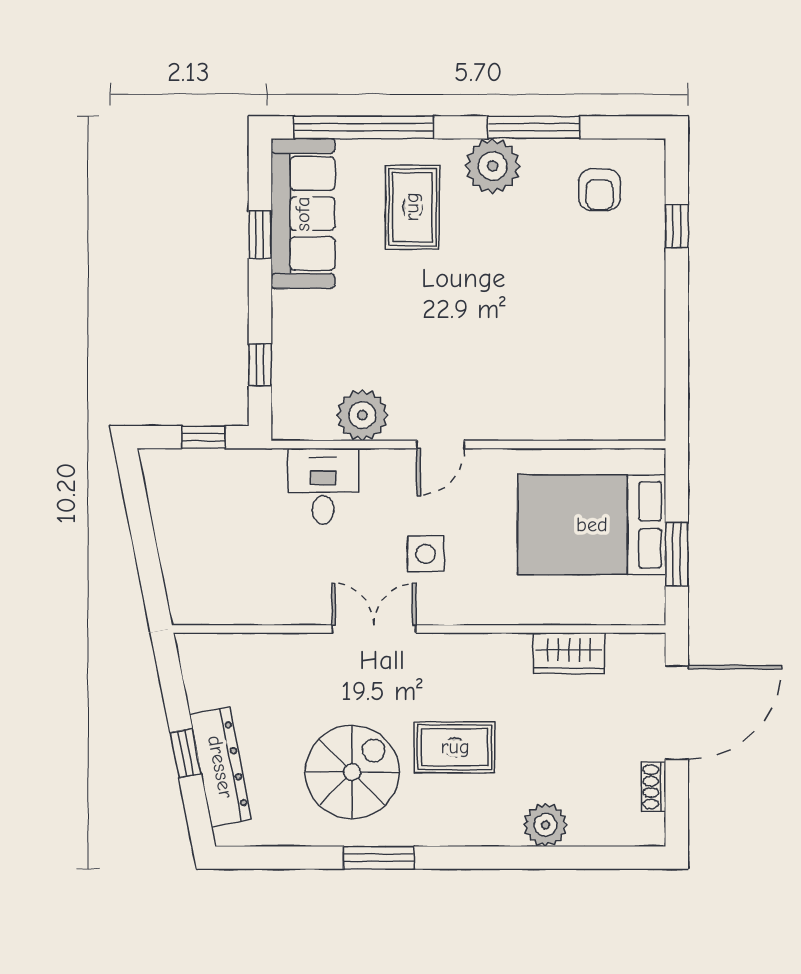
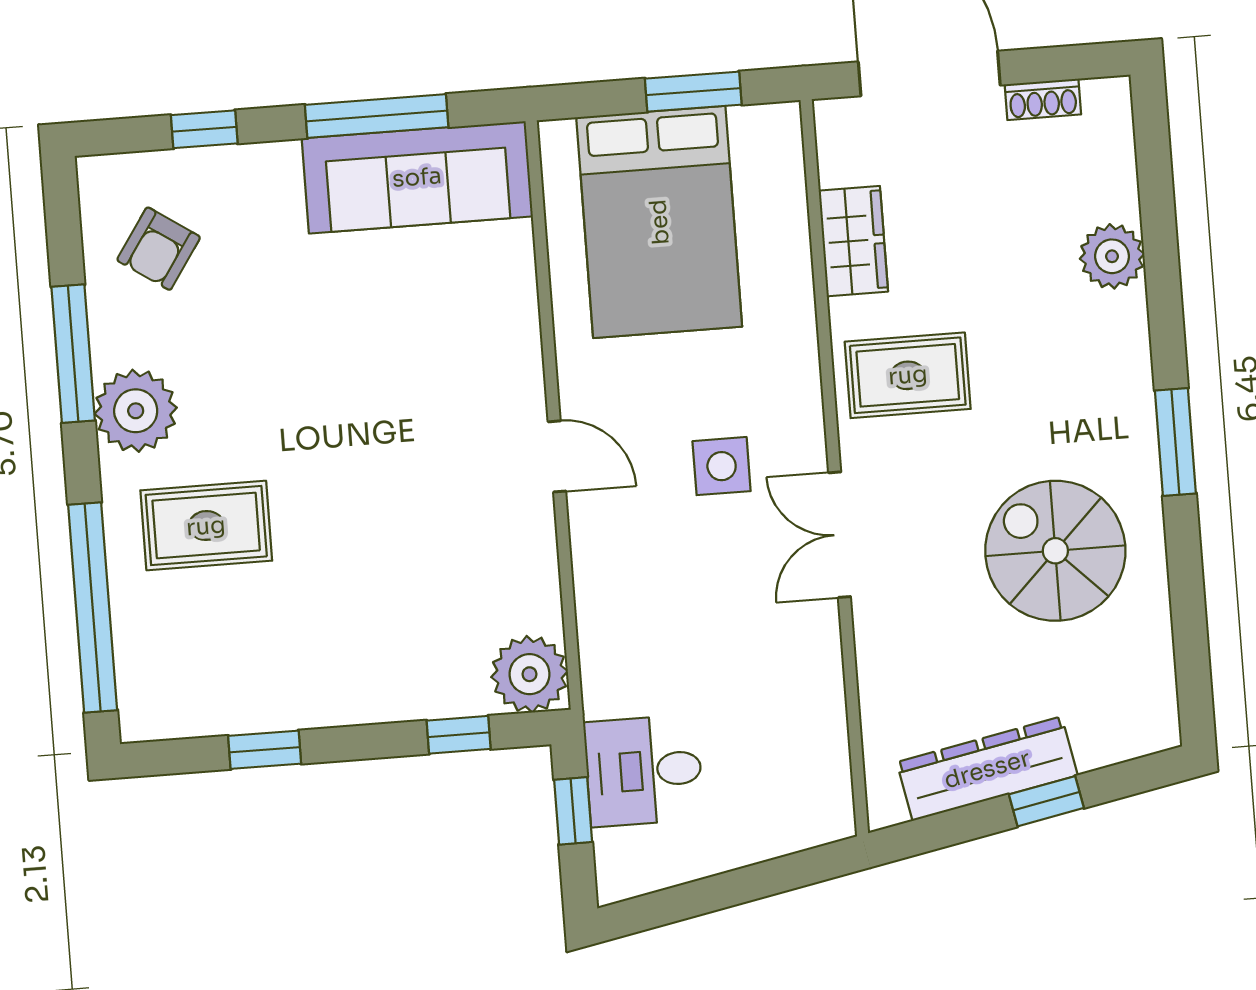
armchair: (600, 190) -> (159, 249), turned 124
sofa: (303, 214) -> (417, 177), moved, turned 180
window: (677, 342) -> (377, 116), added
plant: (362, 415) -> (529, 674), moved
desk: (323, 486) -> (644, 771), moved
rug: (455, 747) -> (908, 375), moved, turned 90
dresser: (220, 767) -> (987, 769), moved
window: (379, 858) -> (1175, 442), moved

